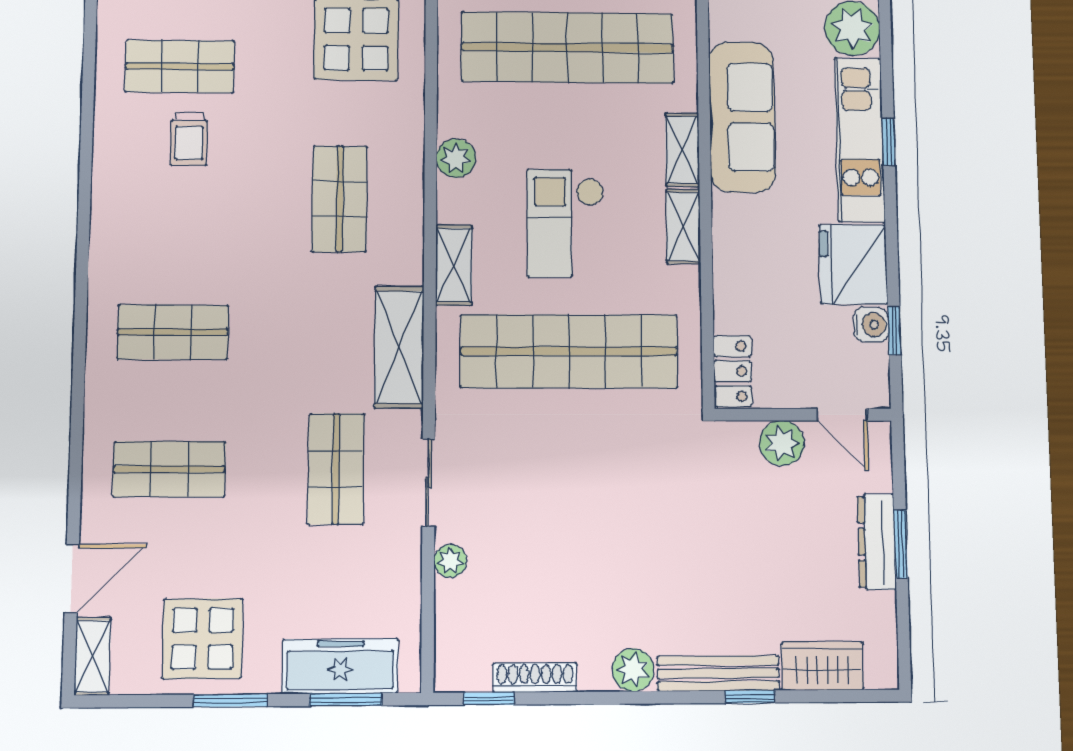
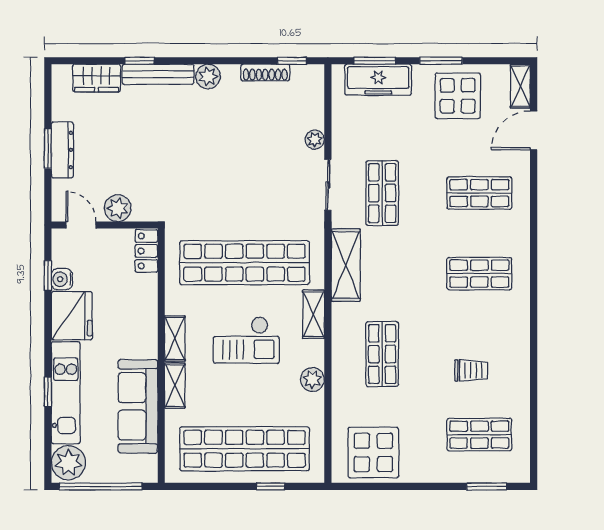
trolley: (189, 139) -> (471, 370), moved, turned 90
checkout: (566, 223) -> (246, 340), turned 90

